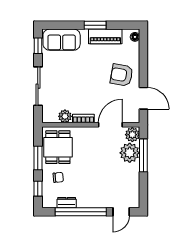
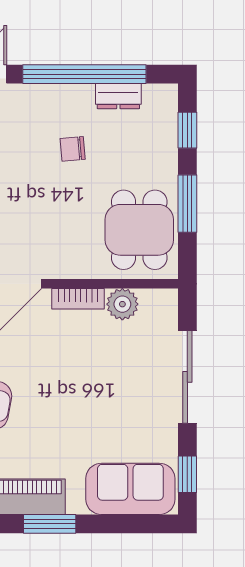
chair: (58, 177) -> (73, 149), moved

